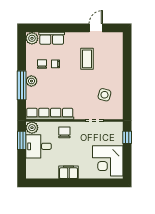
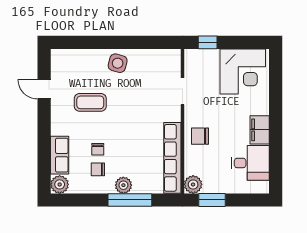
side table: (104, 95) -> (118, 63), moved
desk: (39, 146) -> (250, 163), moved, turned -90

